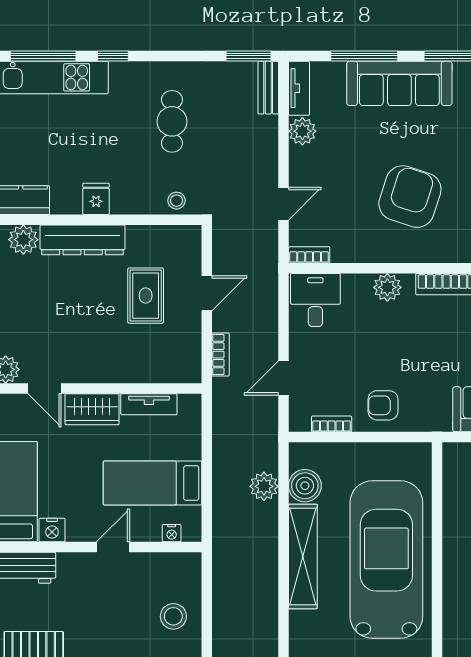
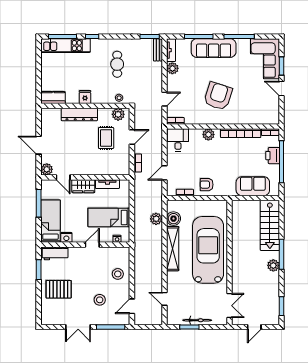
plant: (23, 240) -> (118, 114), moved

